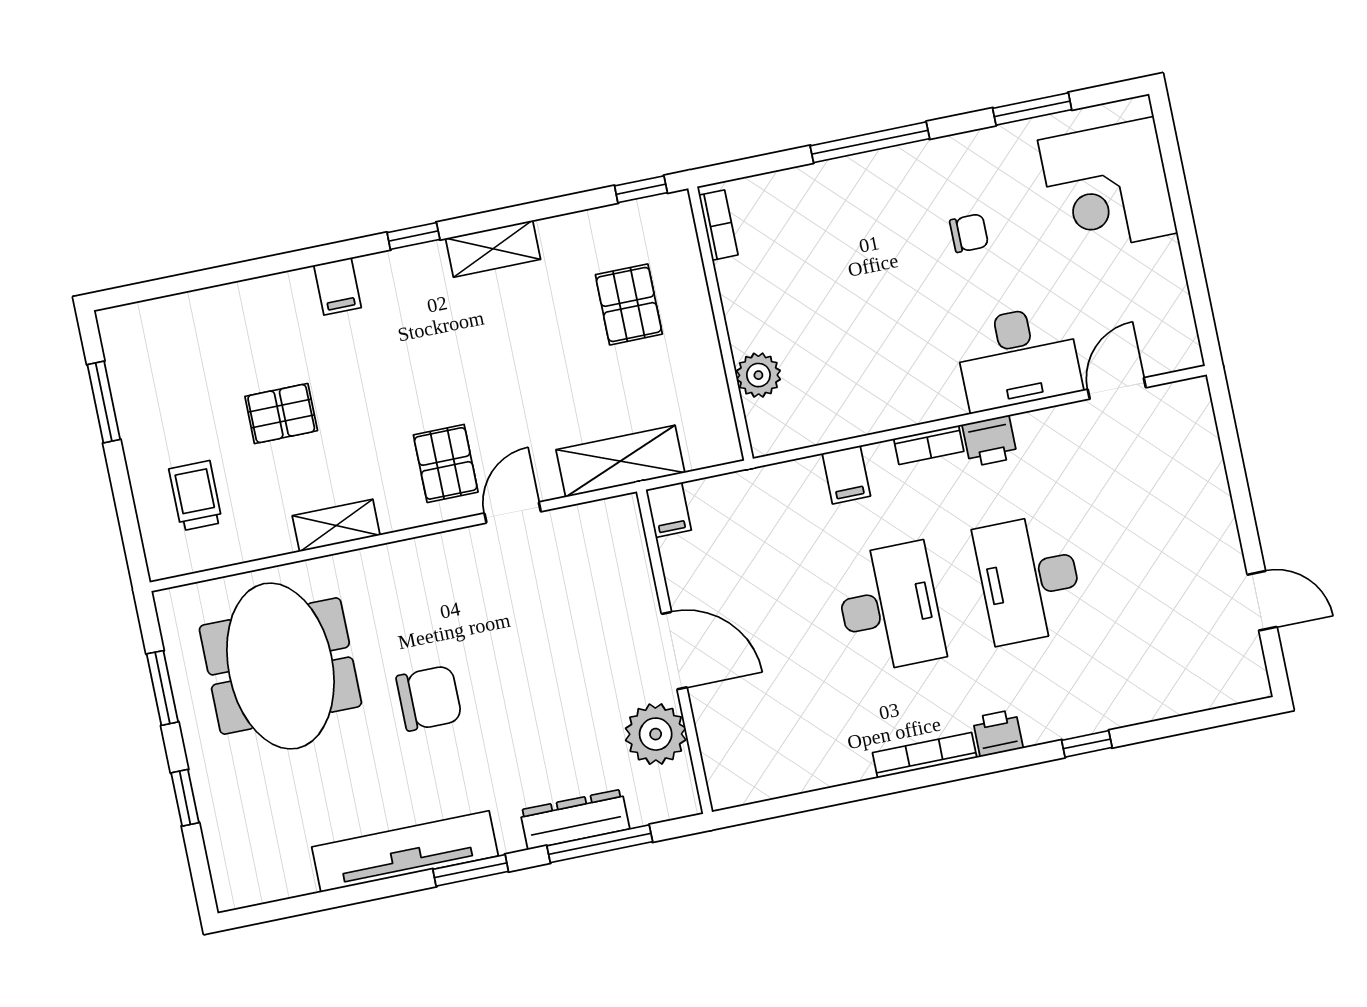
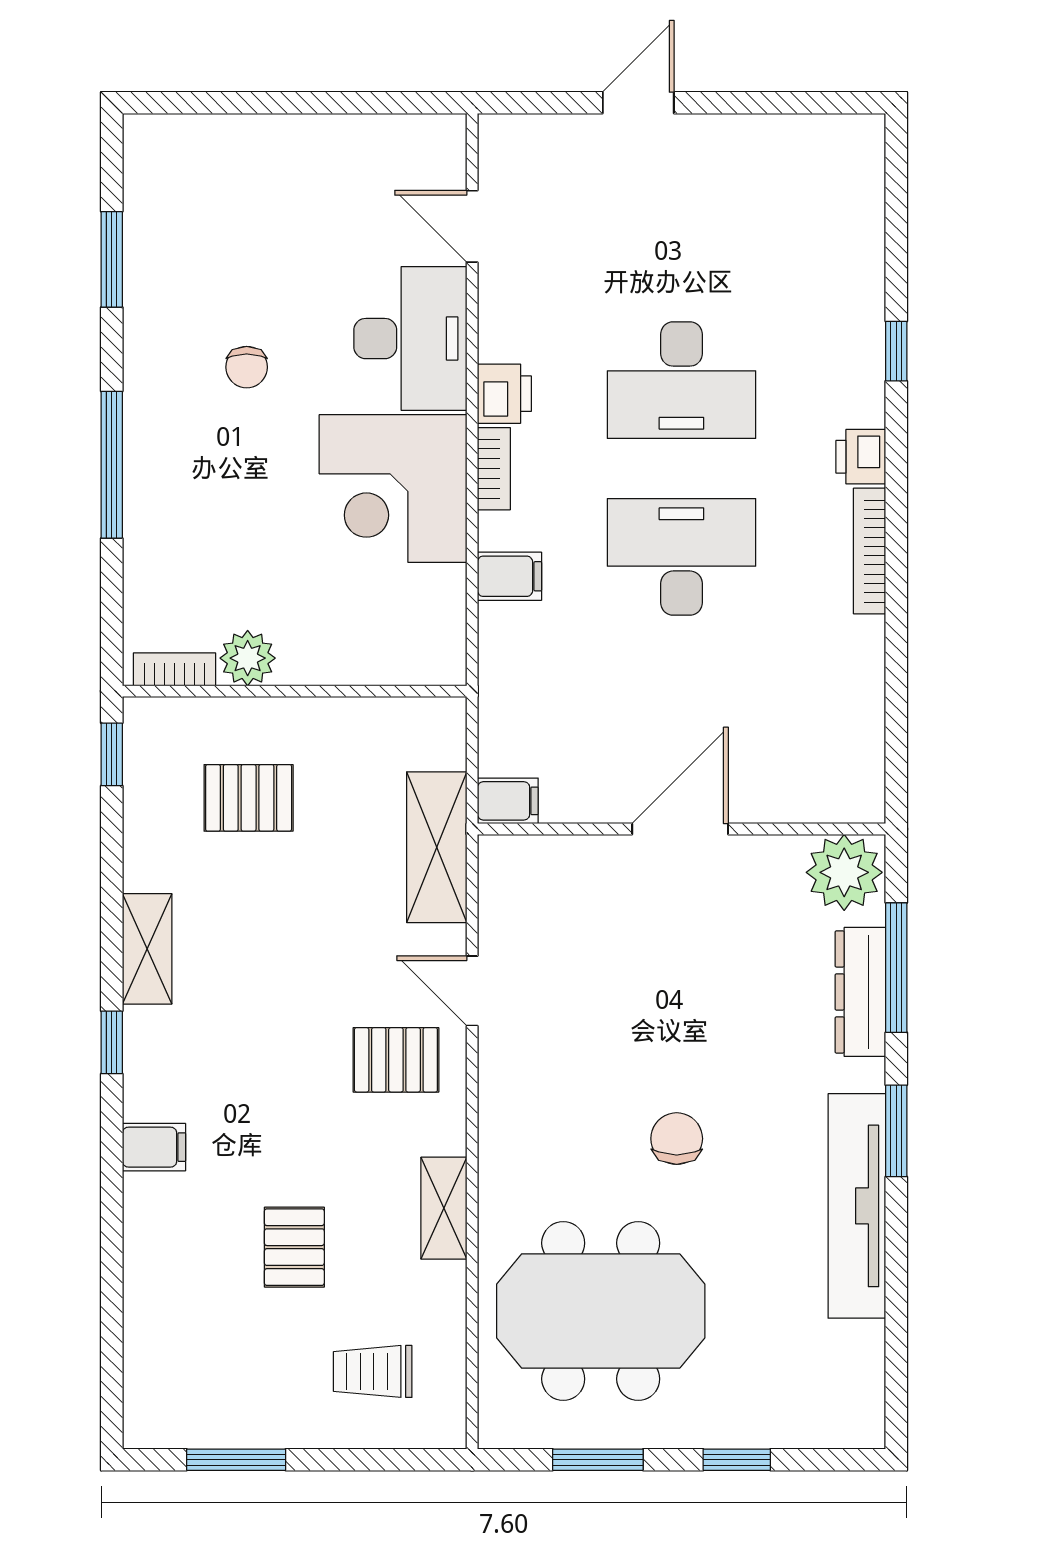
corner desk: (1108, 187) -> (393, 489), moved, turned 90
chair: (969, 233) -> (247, 367), turned 180
plant: (758, 375) -> (248, 658), moved
door: (1262, 601) -> (638, 103), moved
chair: (429, 698) -> (677, 1139), width x0.73, depth x0.73
plant: (656, 734) -> (844, 872), moved

